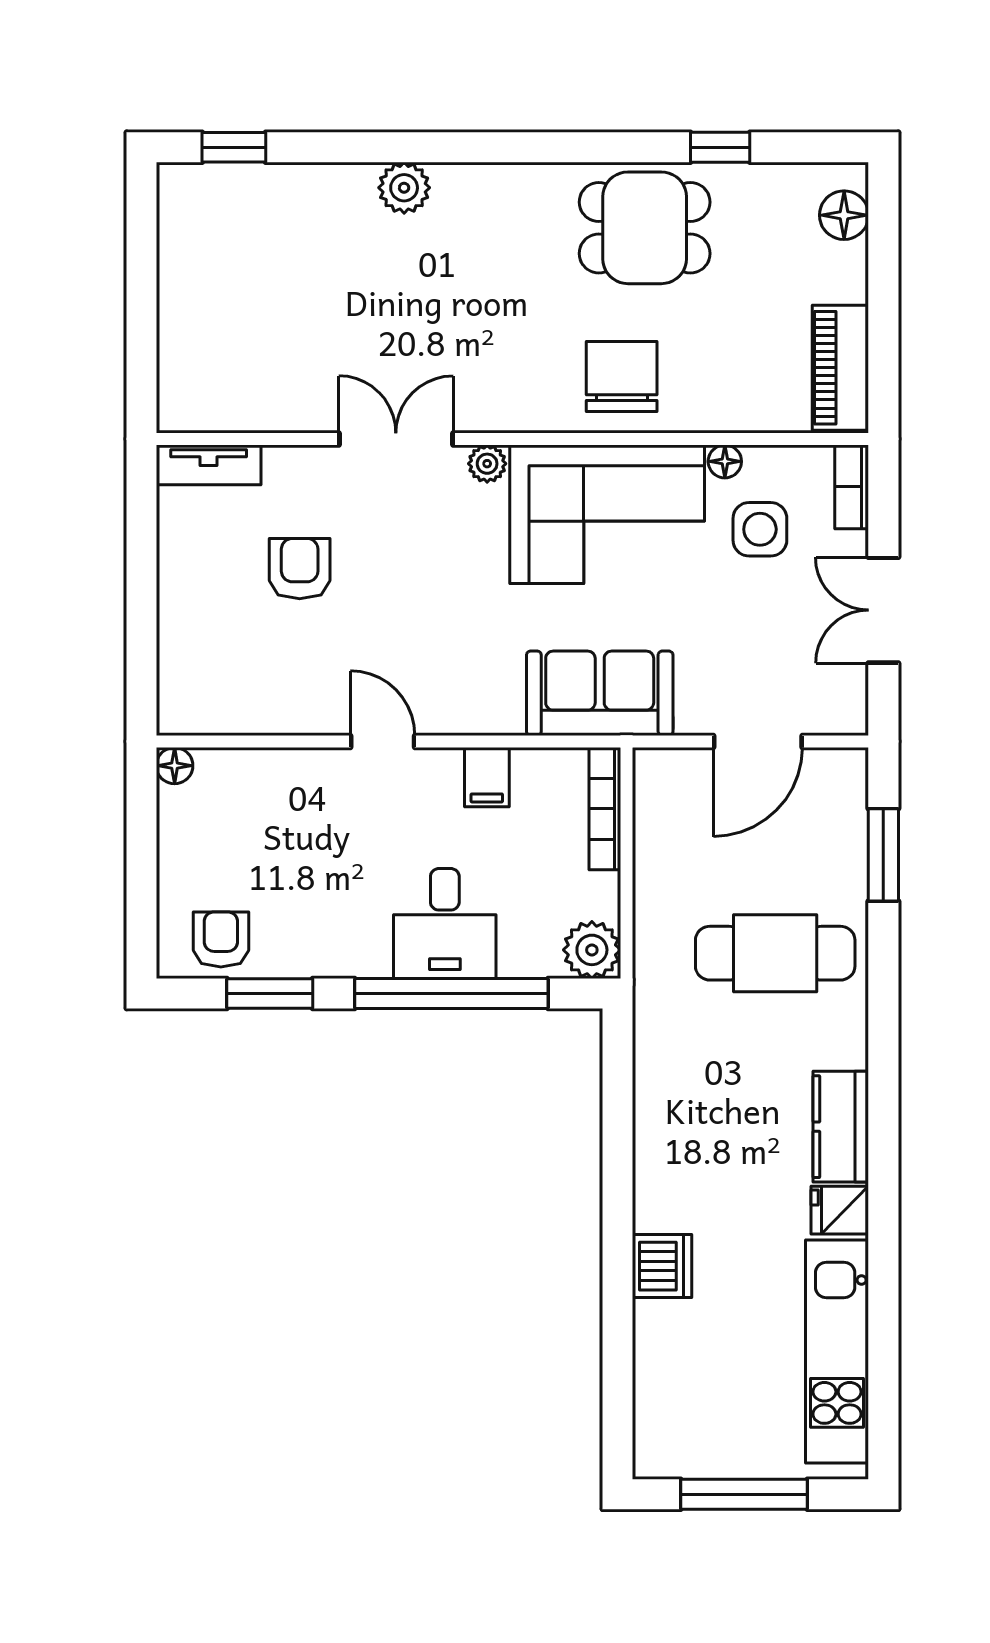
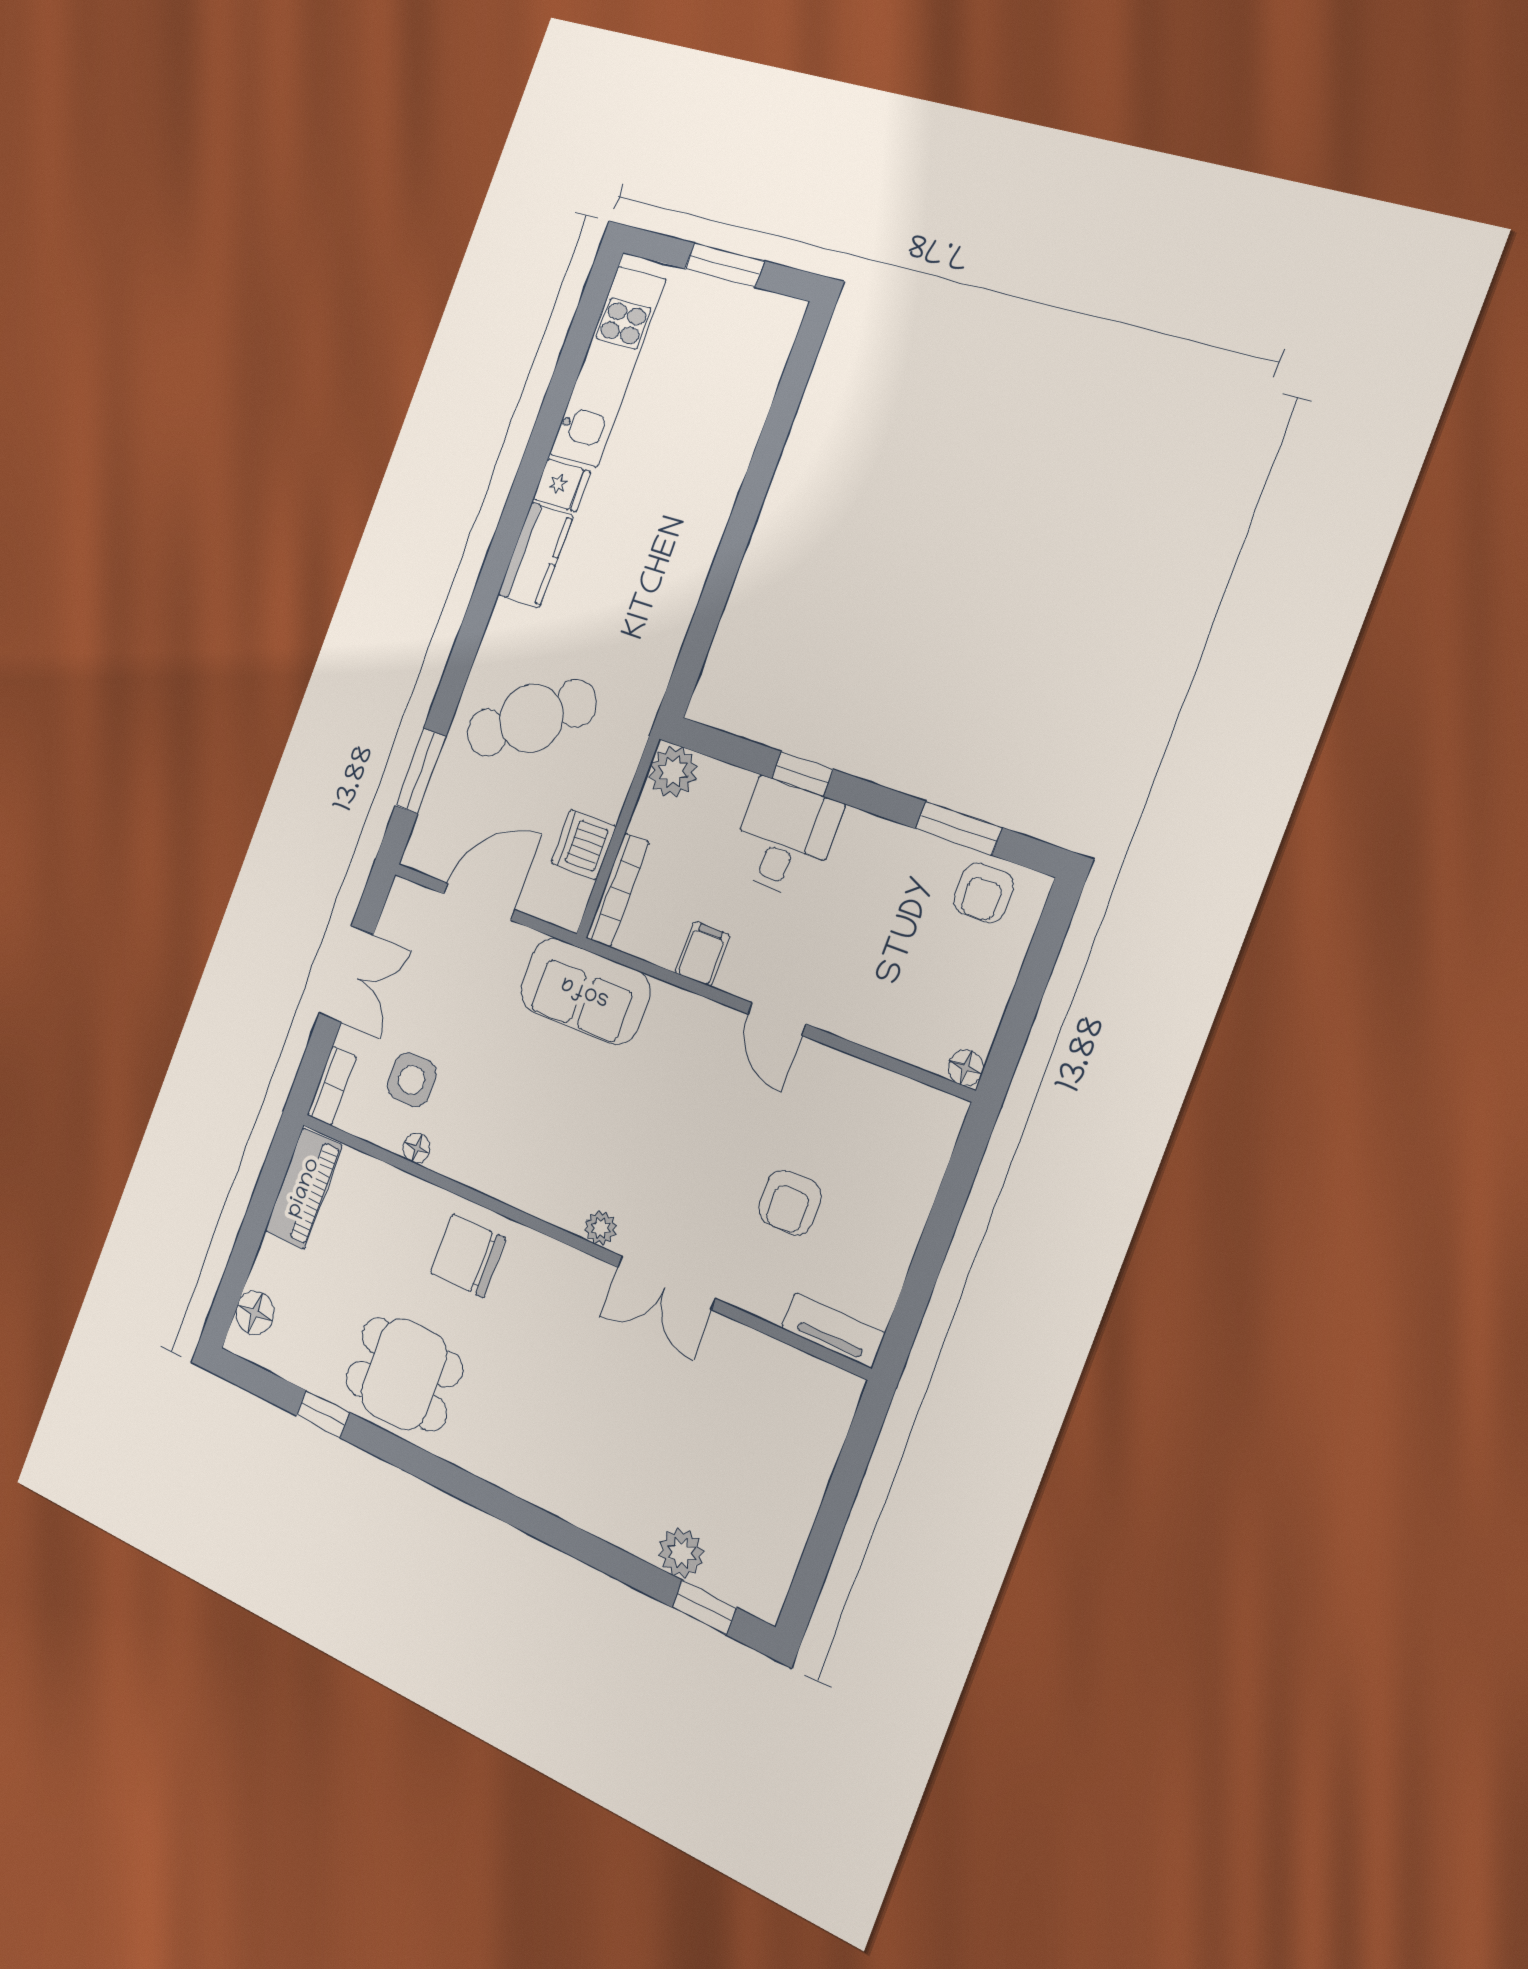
plant: (404, 188) -> (681, 1553), moved
chair: (622, 376) -> (468, 1256), turned 90
corner sofa: (607, 514) -> (523, 1143), removed
cafe table: (775, 953) -> (531, 718), turned -35
window: (451, 993) -> (802, 774), width x0.32
dishwasher: (662, 1266) -> (583, 845), moved
window: (744, 1494) -> (725, 265), width x0.69

